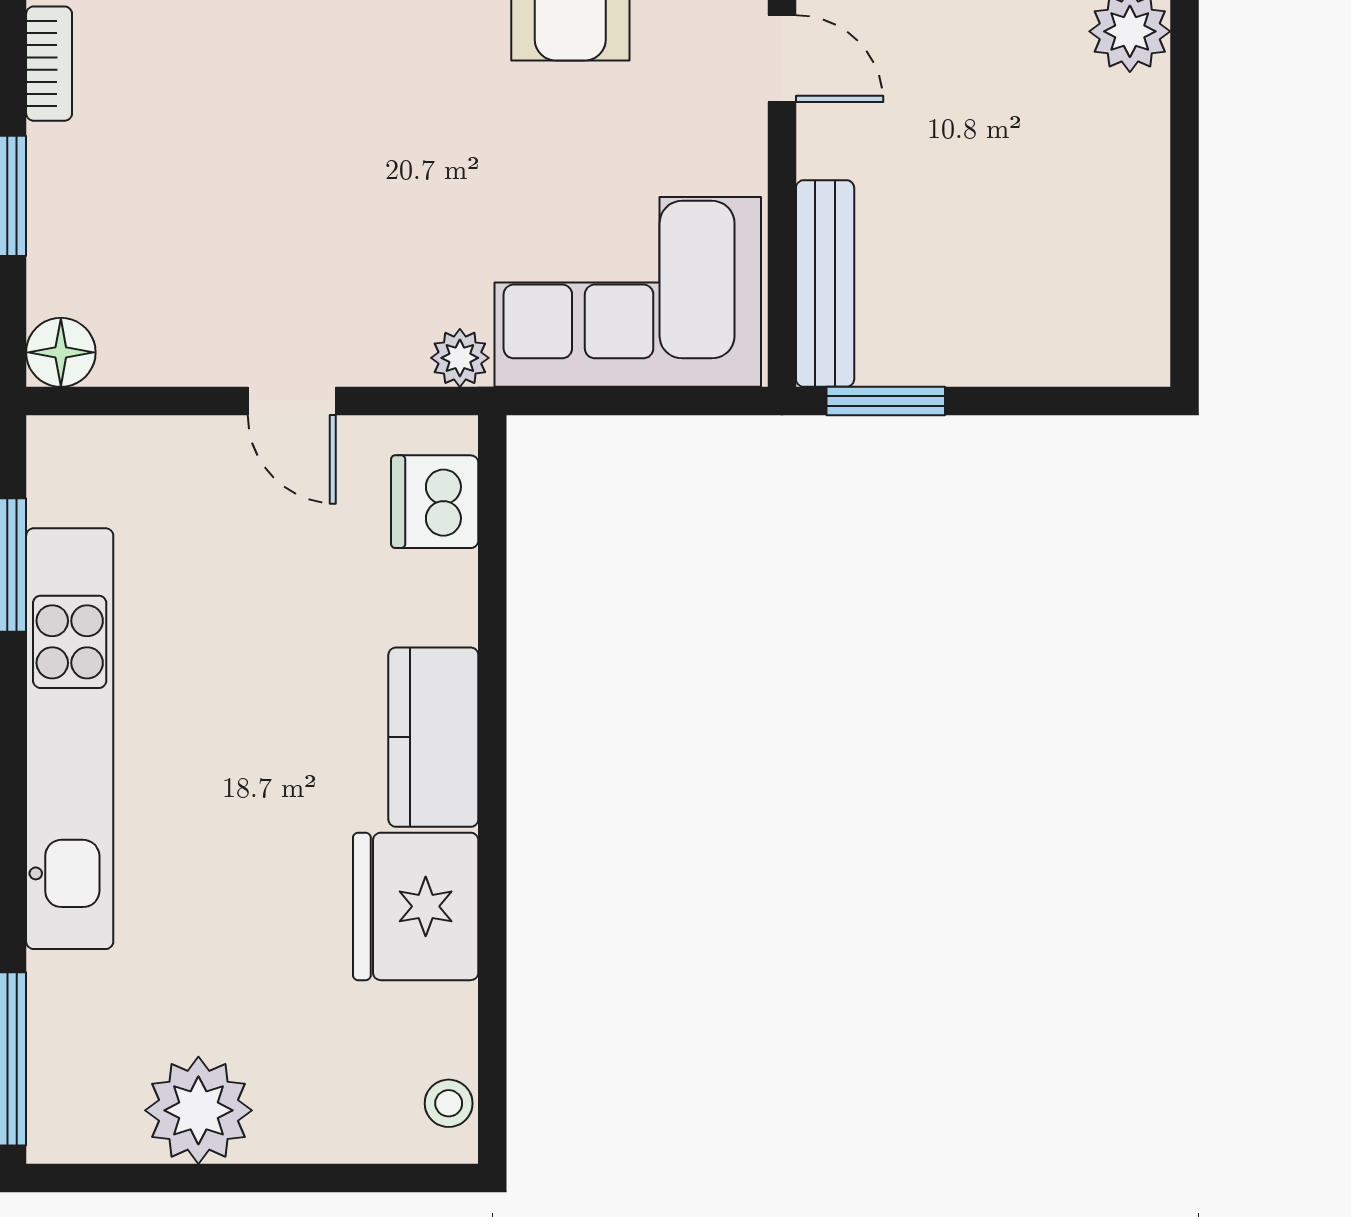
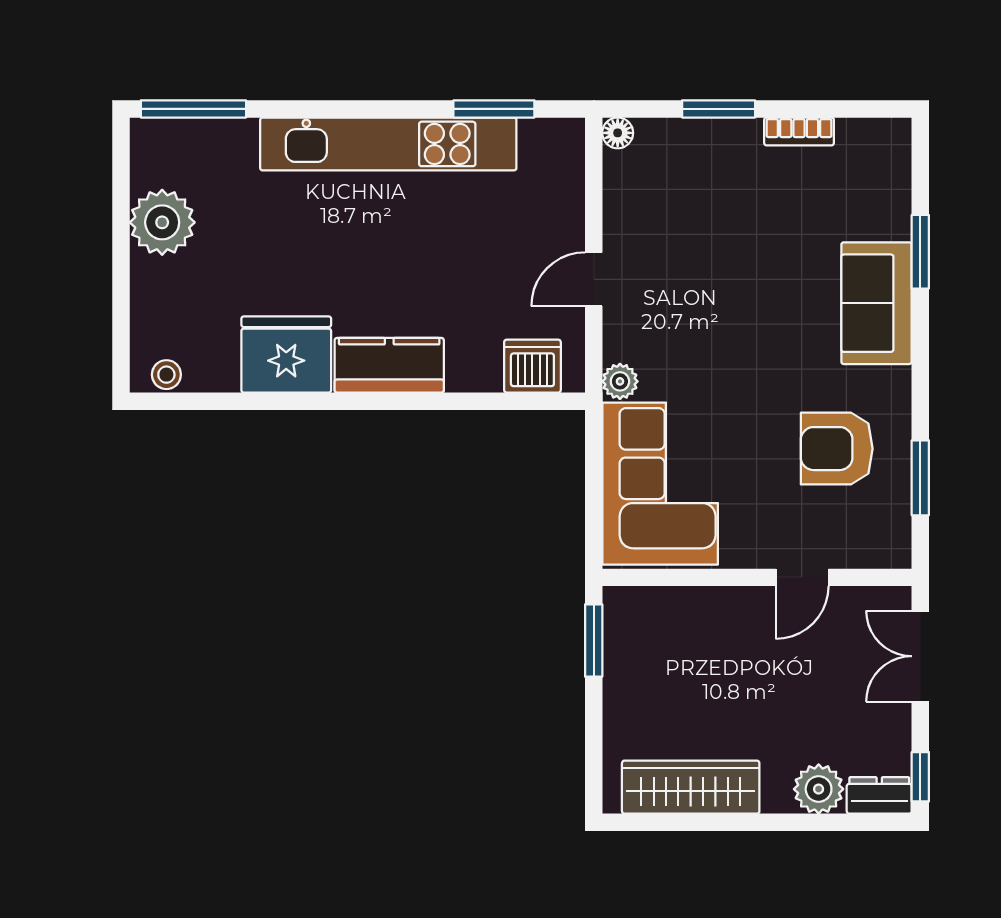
wardrobe: (1127, 242) -> (691, 787), added
bench: (825, 284) -> (665, 604), removed
floor lamp: (61, 352) -> (618, 133), width x0.73, depth x0.73

